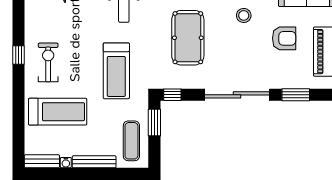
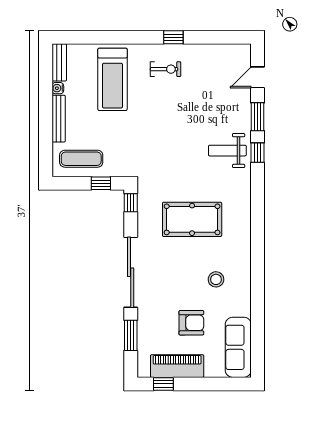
armchair: (284, 38) -> (191, 323), turned -90
exercise bike: (48, 62) -> (166, 69), width x0.73, depth x0.72
treadmill: (116, 71) -> (156, 142), removed
window: (154, 122) -> (101, 183), width x0.67

